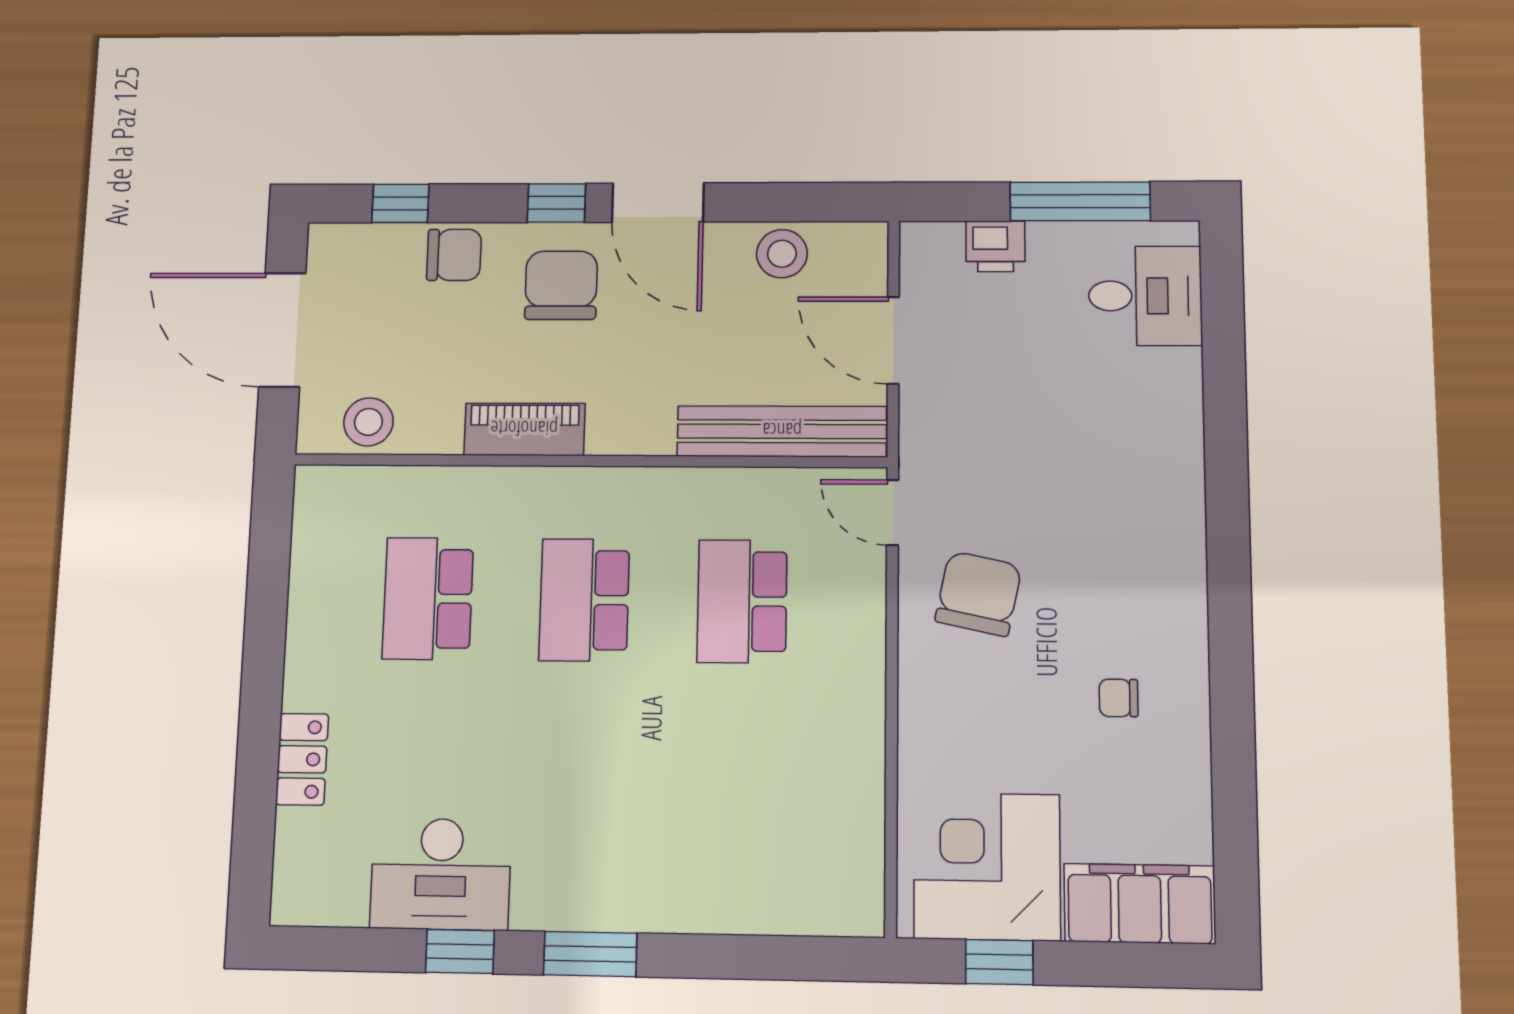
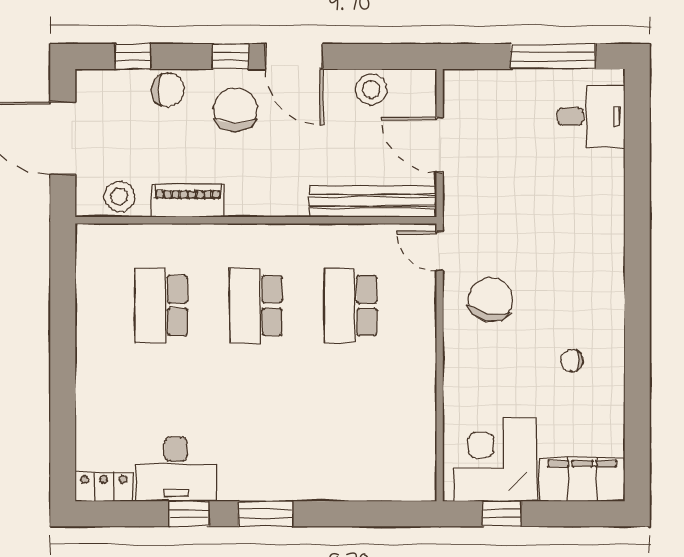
printer: (995, 246) -> (501, 85), removed
piano: (524, 429) -> (188, 201), moved
locker: (302, 759) -> (104, 487), moved, turned -90

